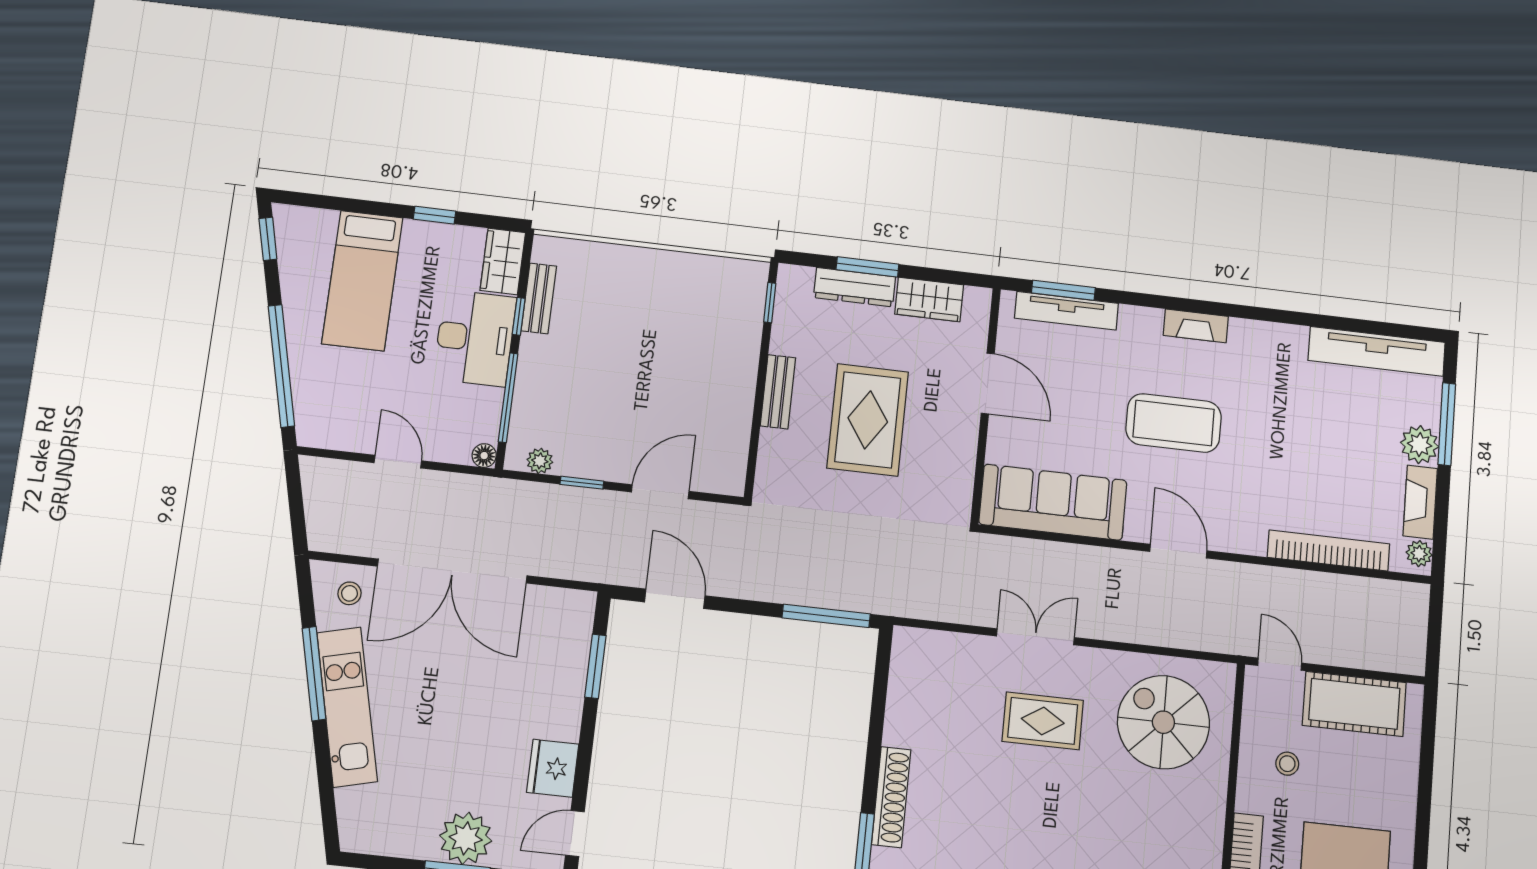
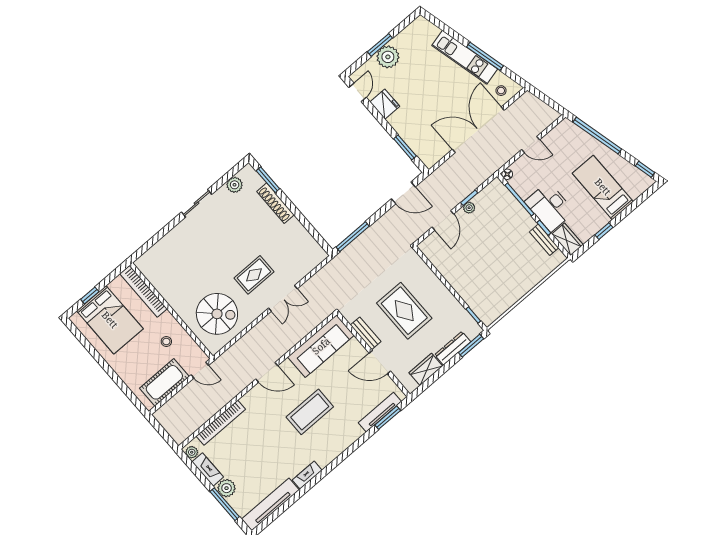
window: (867, 267) -> (471, 346), moved
fireplace: (1196, 326) -> (307, 475), moved
bench: (778, 392) -> (366, 333), moved
plant: (540, 461) -> (469, 208), moved

